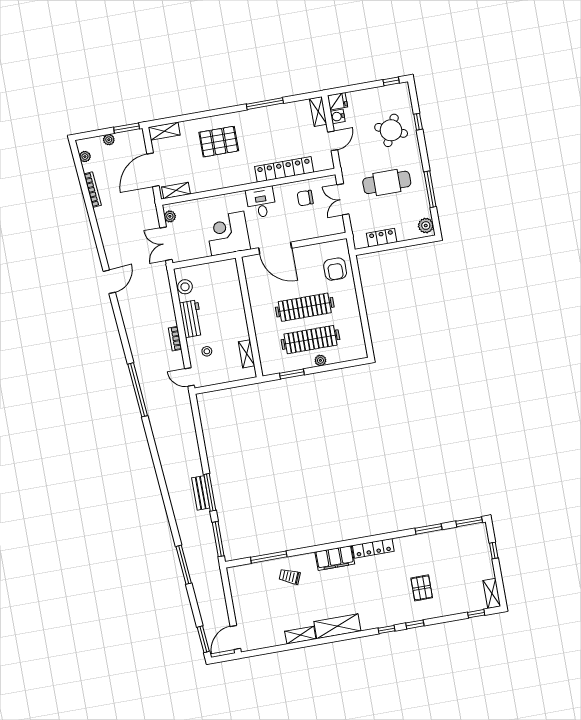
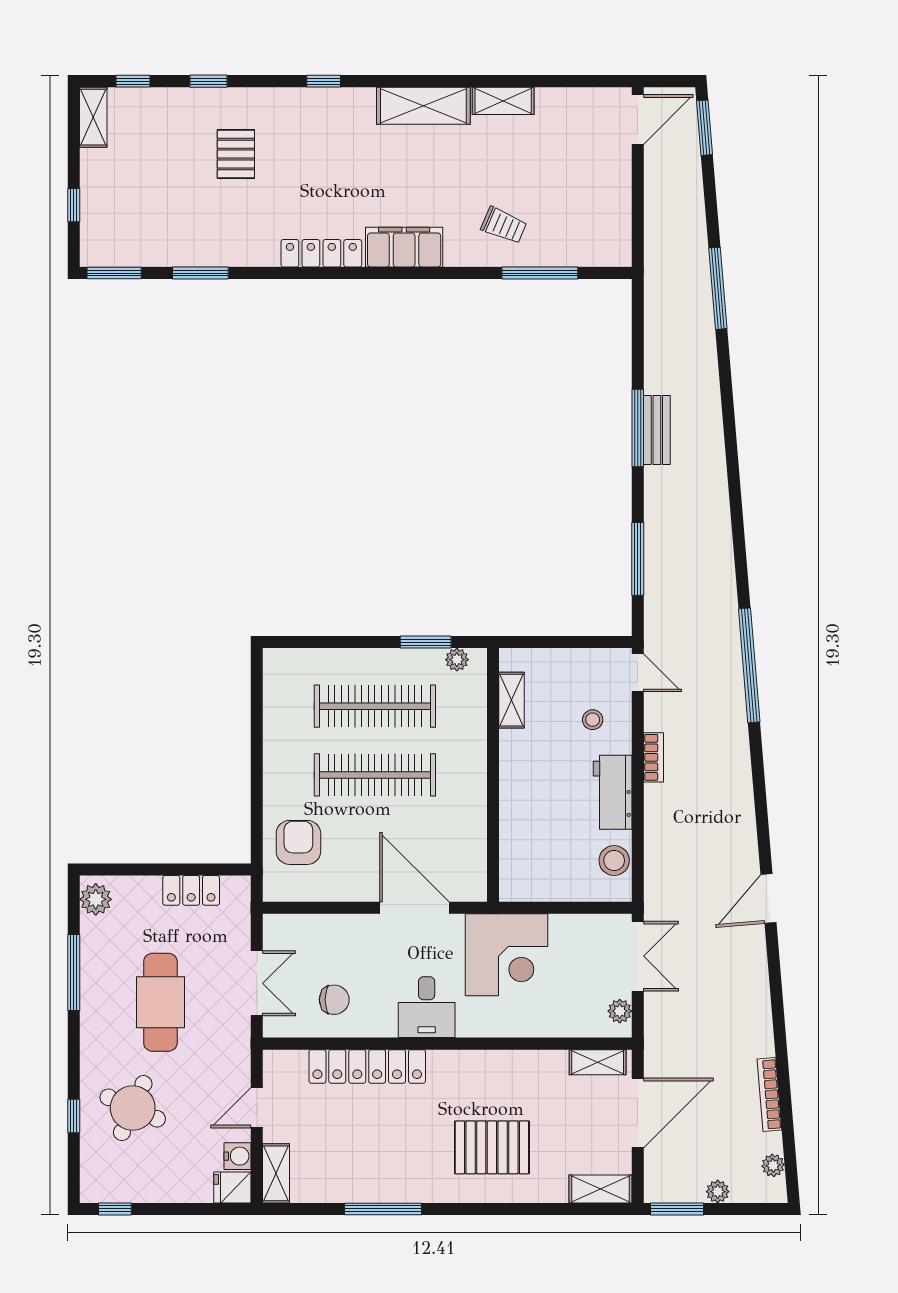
cafe table: (387, 182) -> (160, 1002), turned 90
plant: (320, 360) -> (457, 660), moved
window: (218, 539) -> (638, 559), moved
window: (415, 624) -> (208, 81), moved

